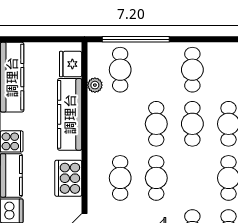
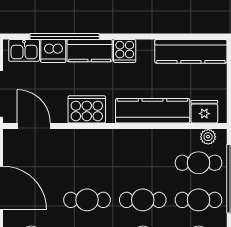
plant: (95, 85) -> (208, 137), moved
cafe table: (120, 178) -> (198, 200), moved

